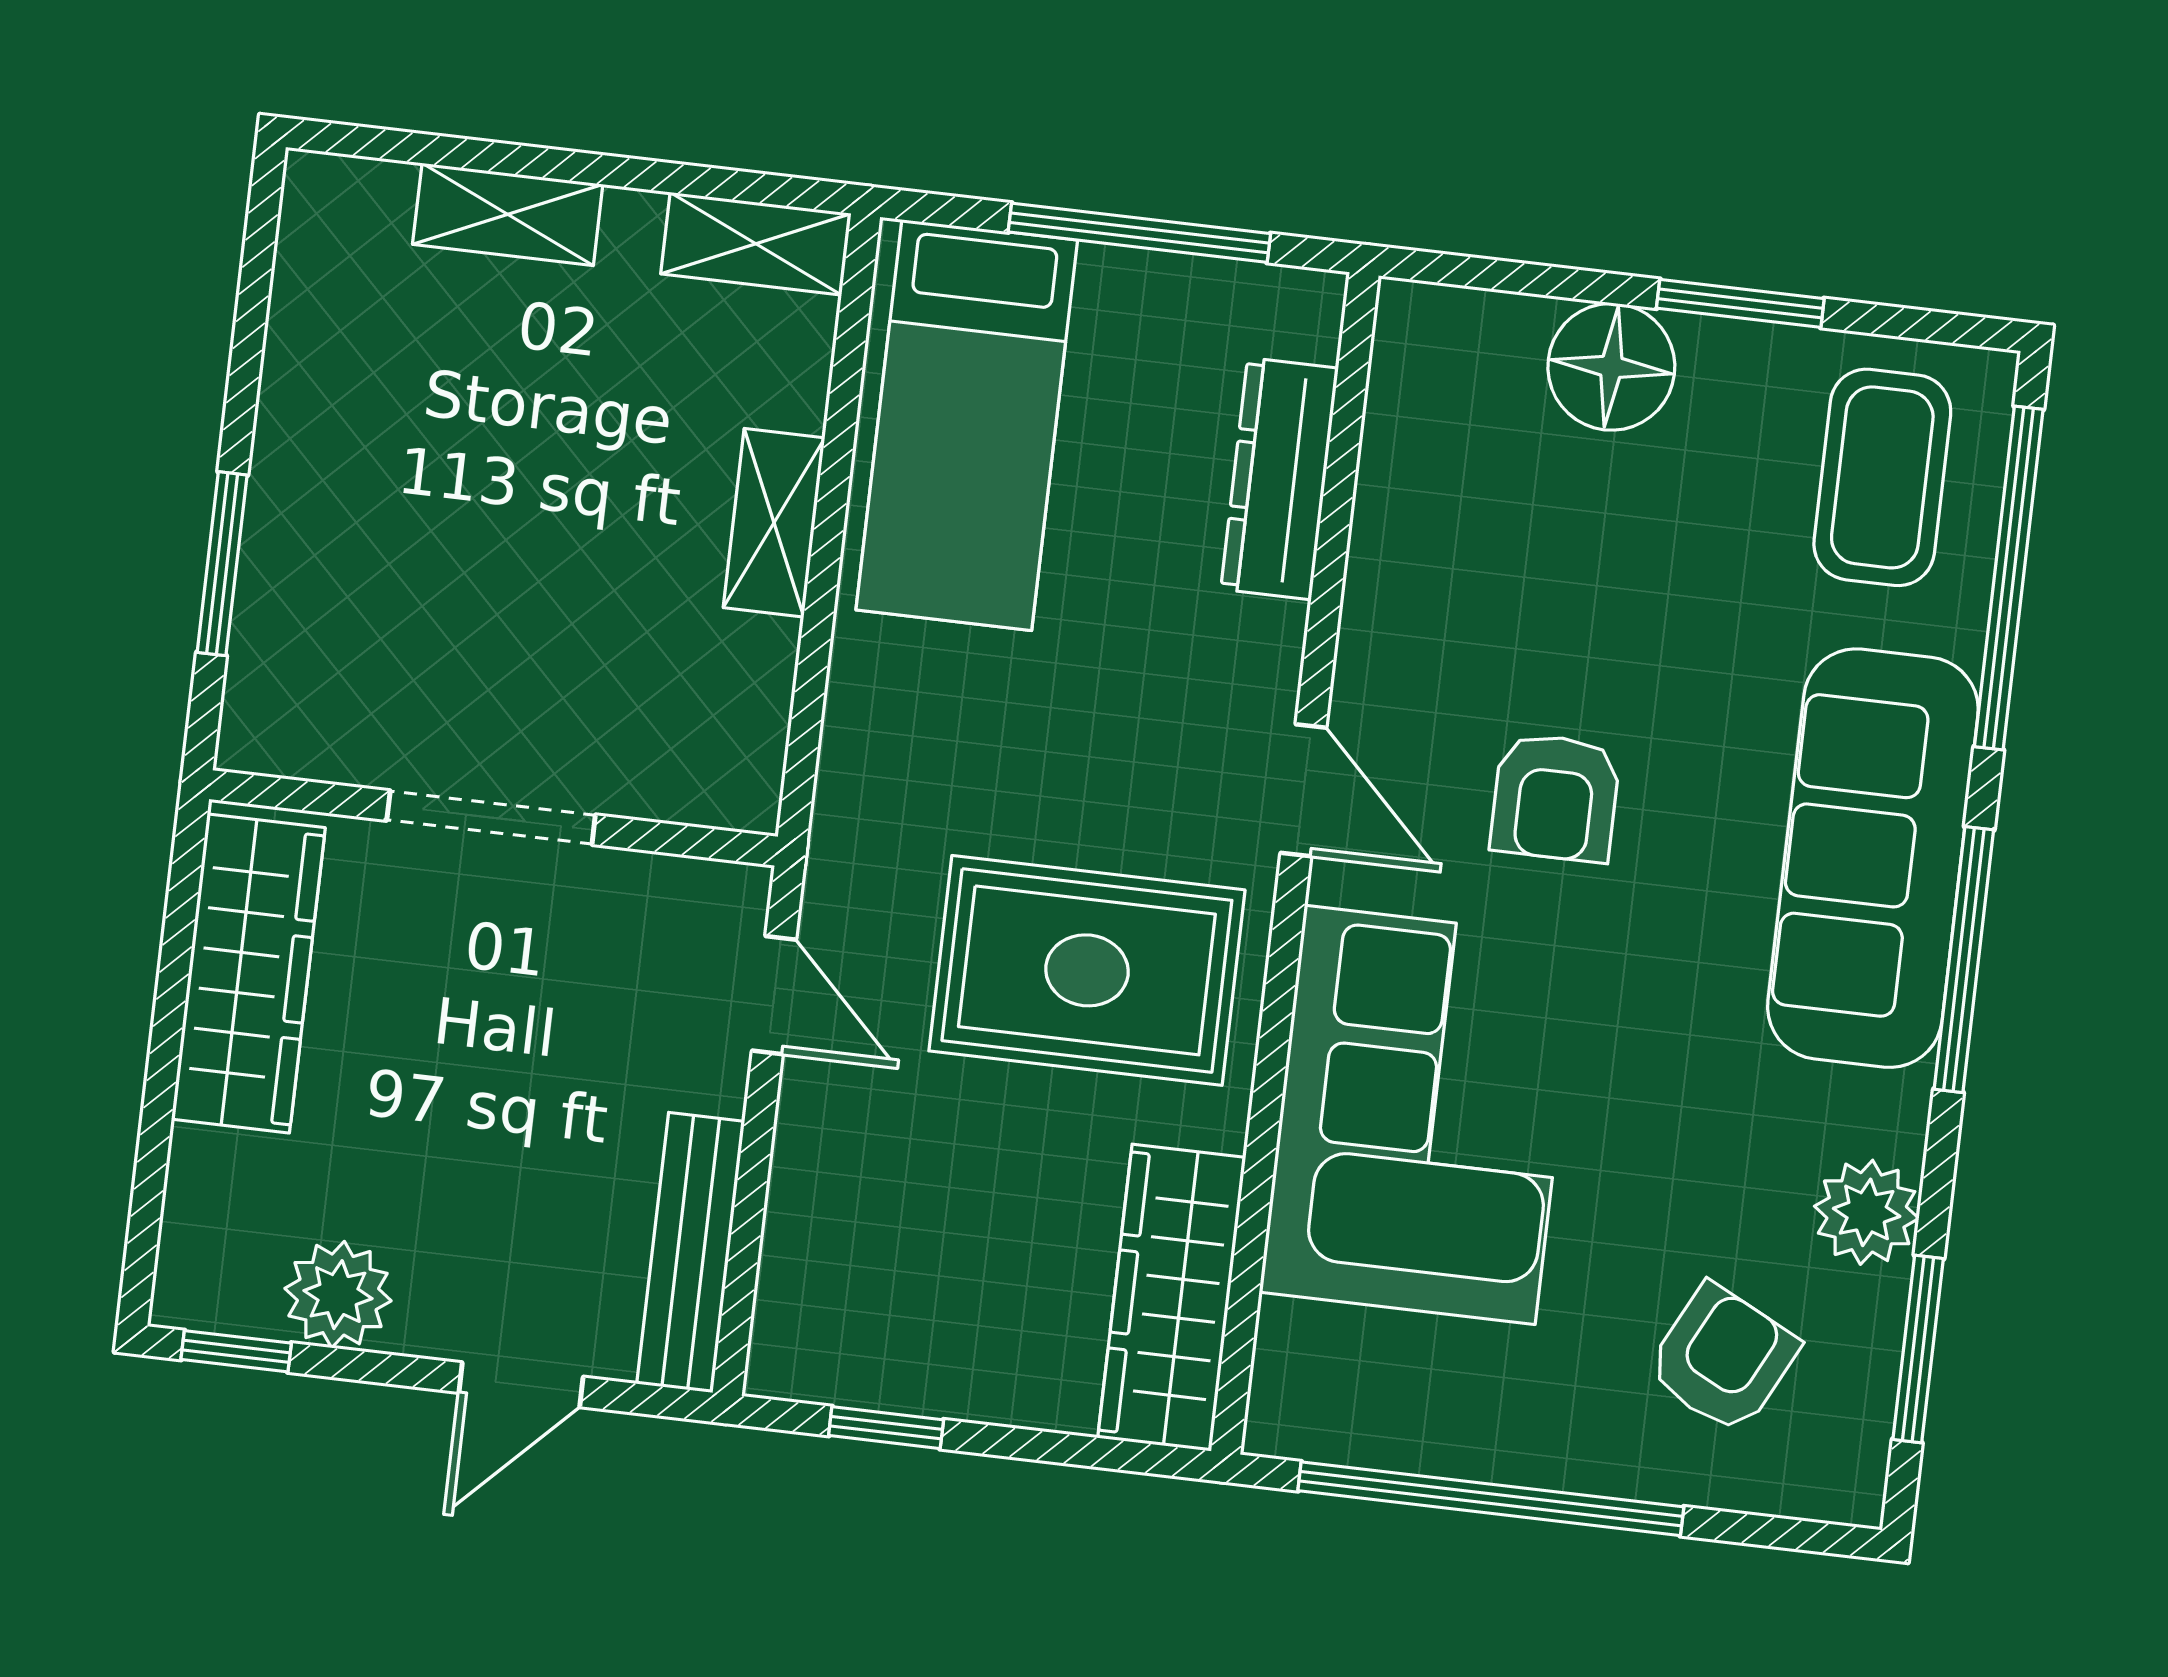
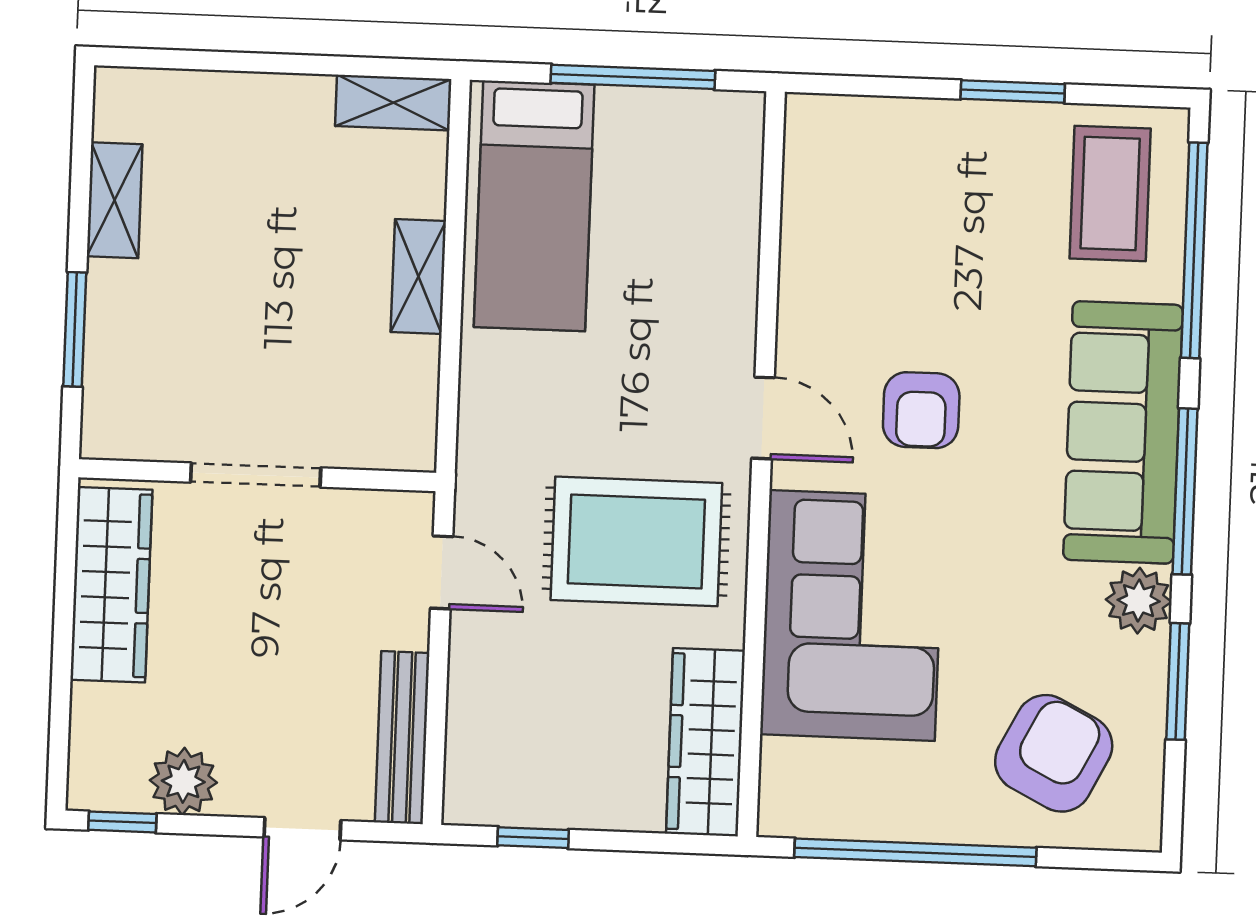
shelving: (508, 214) -> (115, 200), moved, turned 90
floor lamp: (1611, 367) -> (935, 138), removed
dresser: (1279, 479) -> (733, 224), removed
plant: (1867, 1212) -> (1139, 601), moved
window: (1918, 1349) -> (1178, 681), moved
armchair: (1723, 1359) -> (1054, 753), width x1.38, depth x1.38

